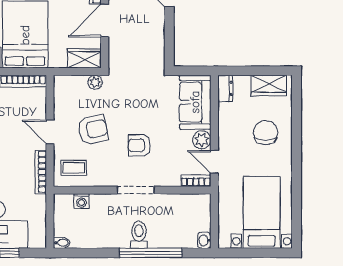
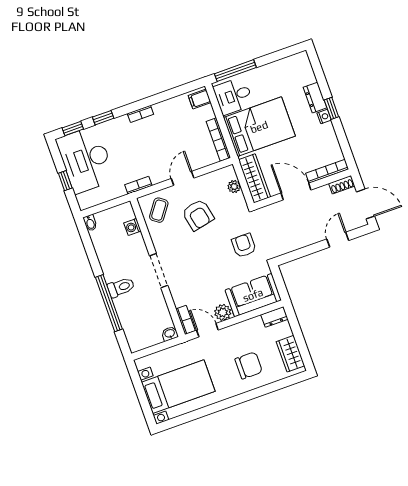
wardrobe: (84, 58) -> (254, 178), width x1.50
plant: (95, 82) -> (234, 186), moved
armchair: (139, 145) -> (244, 245), moved
door: (214, 162) -> (207, 330), hinge flipped
coffee table: (74, 168) -> (159, 210), turned 36
bookcase: (41, 172) -> (138, 185), width x0.64
washbasin: (204, 240) -> (170, 334), moved

